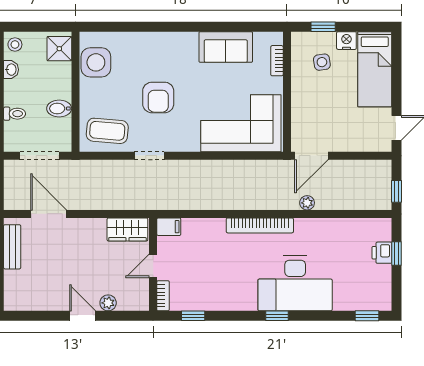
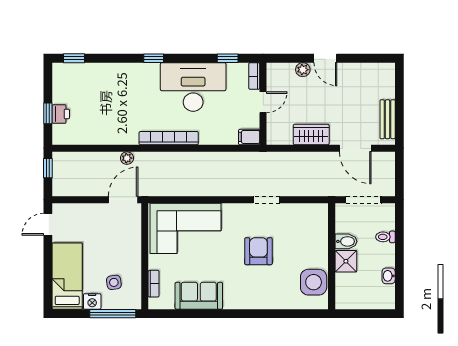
window: (323, 27) -> (113, 314), width x2.17
stool: (15, 45) -> (385, 298), removed
shower: (59, 49) -> (346, 261), moved
coffee table: (107, 131) -> (303, 222), removed
wardrobe: (127, 230) -> (311, 134), moved
desk: (295, 283) -> (193, 87), moved

